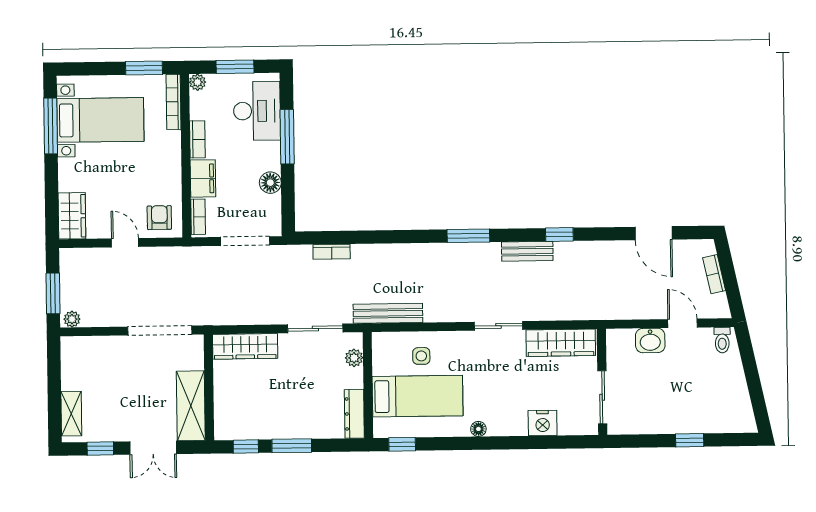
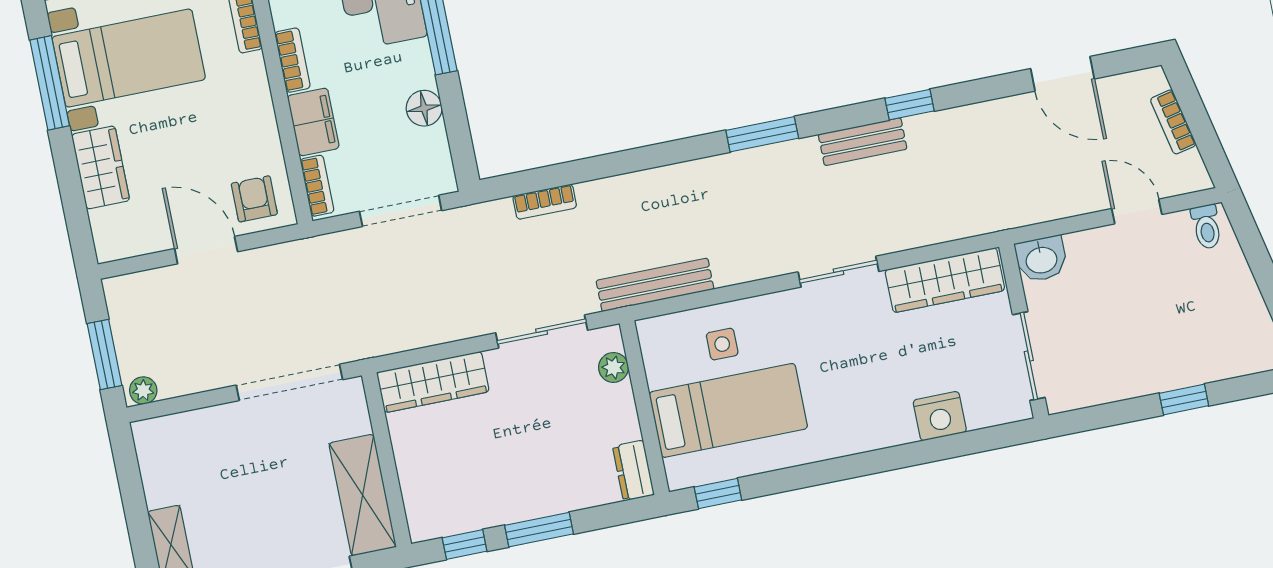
wardrobe: (72, 216) -> (101, 167), moved
door: (125, 243) -> (206, 250), width x1.37
washbasin: (650, 341) -> (1041, 259), moved
dresser: (354, 414) -> (633, 471), width x0.70
floor lamp: (478, 429) -> (837, 445), removed

